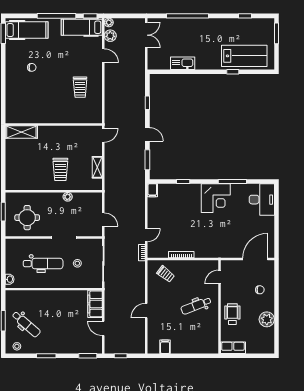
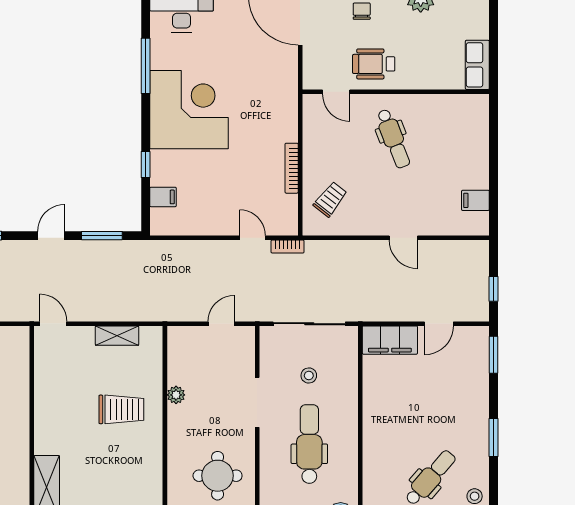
filing cabinet: (152, 190) -> (163, 197), moved
corner desk: (216, 198) -> (189, 110), width x1.36, depth x1.36
wheelchair: (232, 314) -> (374, 64), moved

